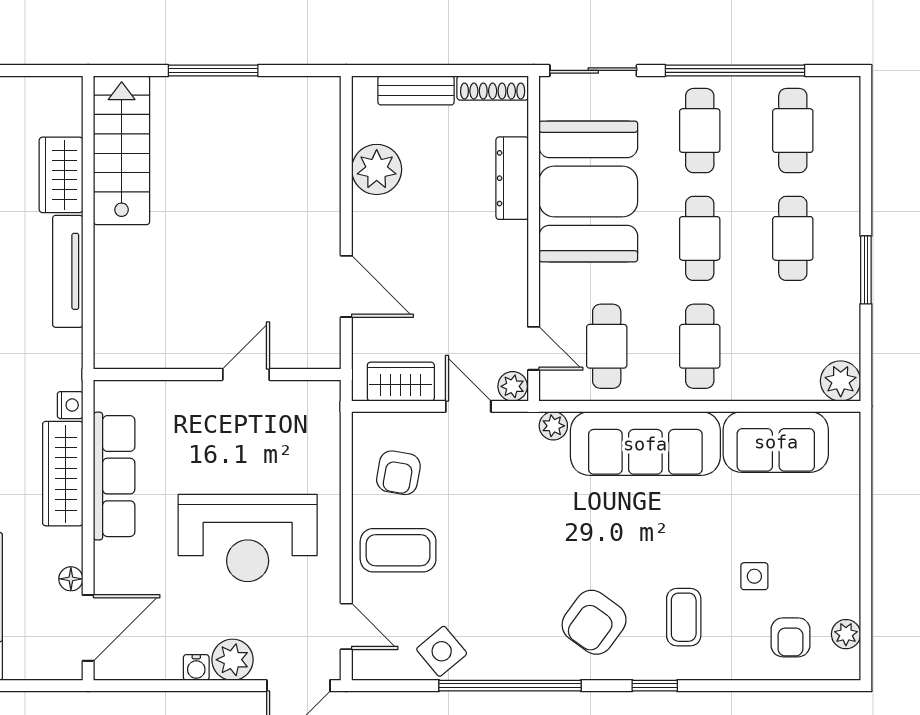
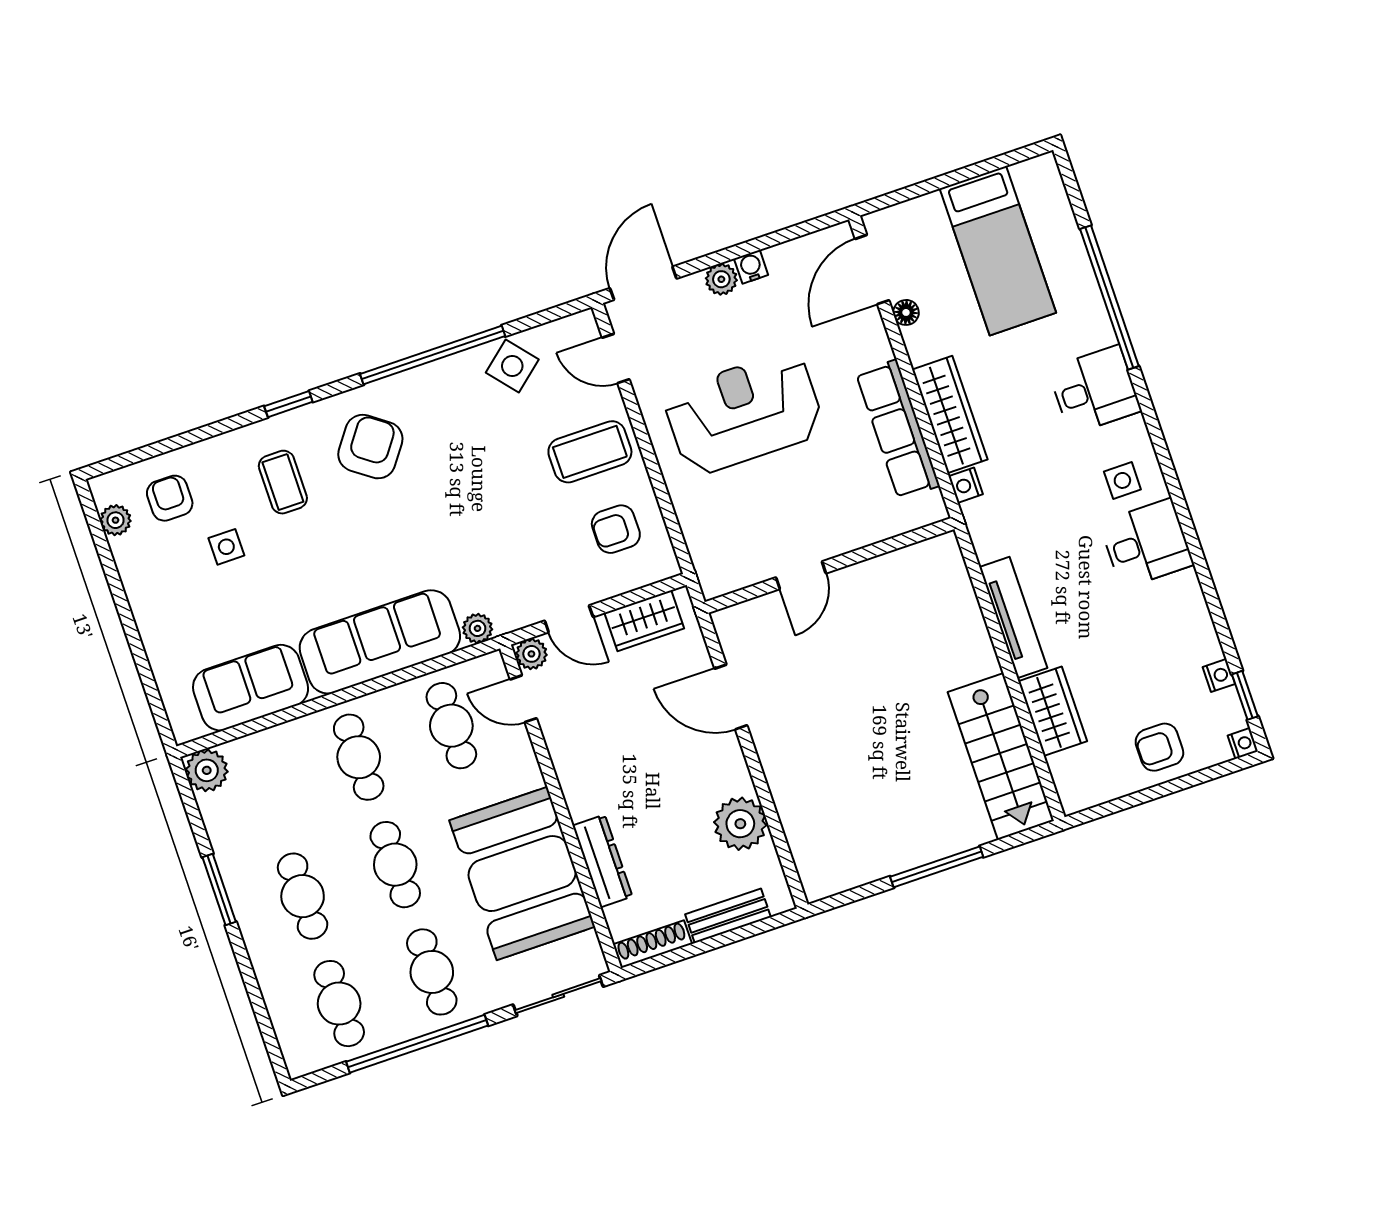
armchair: (398, 473) -> (616, 529), turned -100
plant: (232, 660) -> (721, 279), width x0.73, depth x0.73

